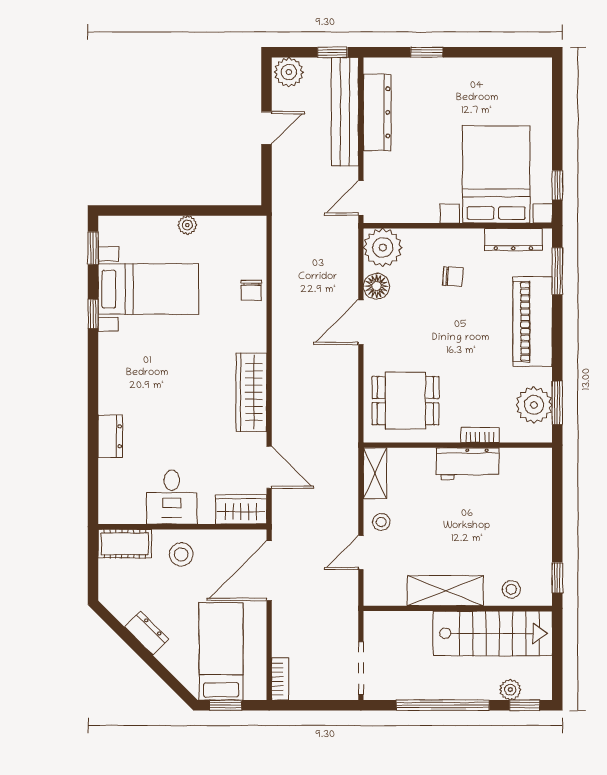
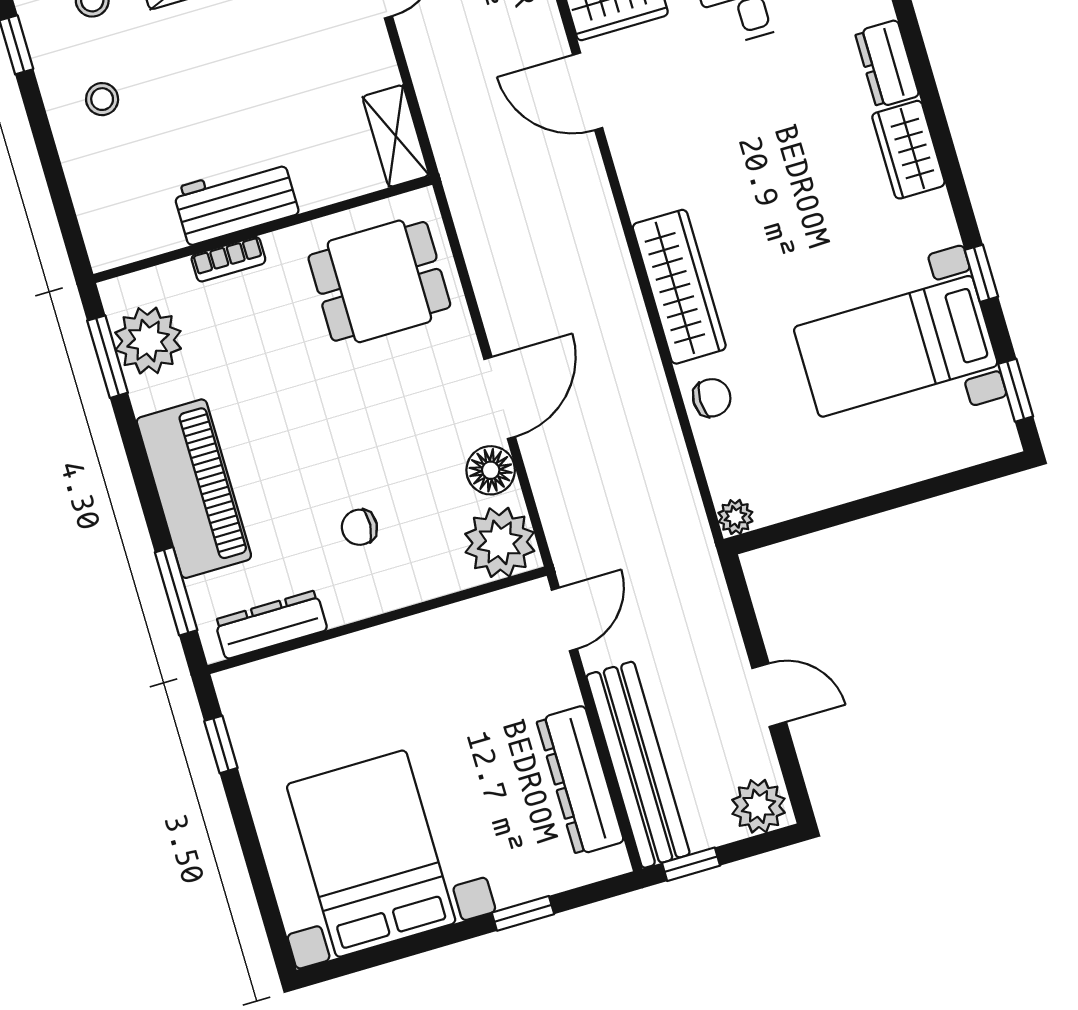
door: (267, 128) -> (769, 695), swing flipped
bed with nightstands: (496, 174) -> (371, 854), moved, turned 180
plant: (187, 225) -> (735, 517), moved
chair: (251, 290) -> (712, 398), turned 90
wardrobe: (112, 389) -> (908, 150), added
wardrobe: (251, 392) -> (679, 287), moved
stool: (381, 522) -> (102, 99), moved

